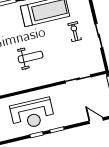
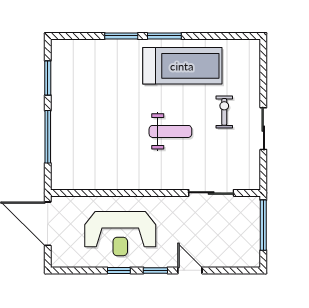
weight bench: (31, 57) -> (170, 131), moved
door: (96, 121) -> (190, 270), moved

